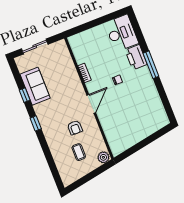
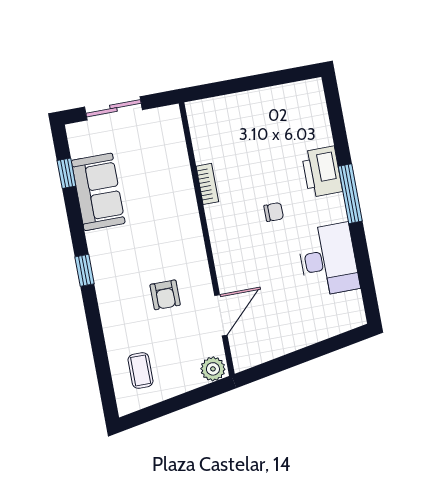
desk: (122, 33) -> (328, 260), moved
window: (25, 95) -> (66, 173), moved
door: (91, 104) -> (221, 315), moved
coffee table: (79, 152) -> (141, 370), moved

